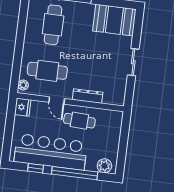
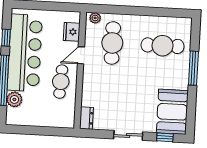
window: (137, 28) -> (165, 137), added
dresser: (88, 96) -> (86, 118), moved, width x0.70
fridge: (23, 107) -> (72, 32), moved, turned 90
plant: (104, 166) -> (14, 99), moved

